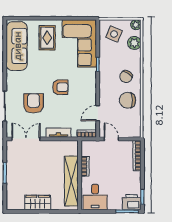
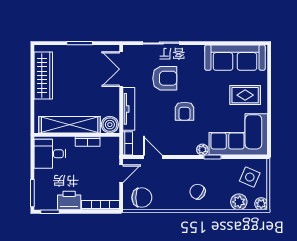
plant: (92, 73) -> (202, 150), added
chair: (128, 100) -> (142, 198), moved, turned 90
tv unit: (59, 133) -> (129, 109), width x1.41
double door: (26, 139) -> (121, 69), swing flipped
boiler: (71, 148) -> (110, 125), added
wardrobe: (38, 202) -> (43, 75), width x1.50
printer: (132, 202) -> (69, 201), moved, turned -90

